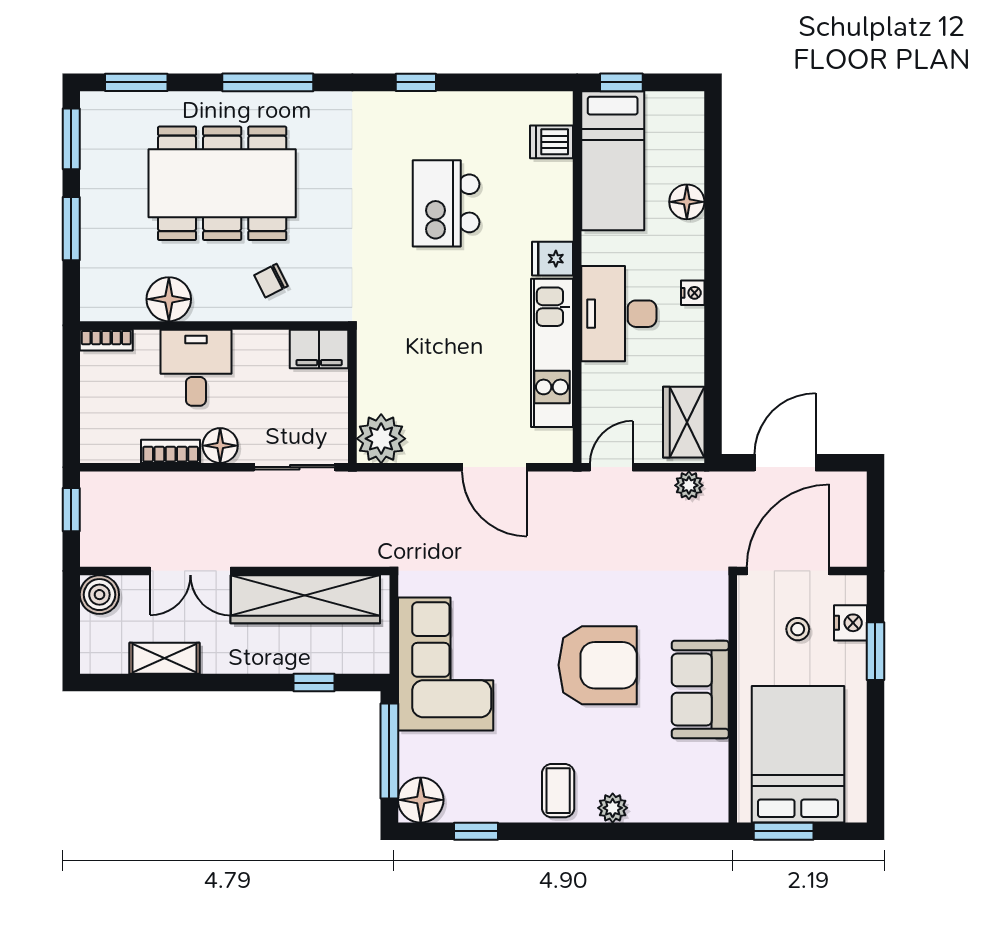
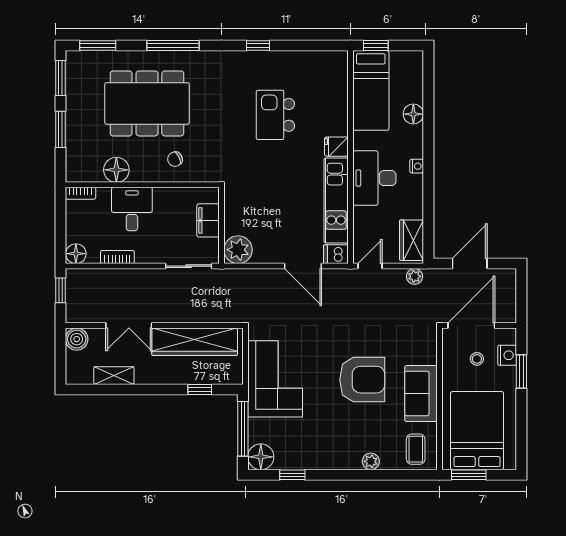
dishwasher: (552, 142) -> (336, 254), moved
filing cabinet: (319, 349) -> (208, 220), moved, turned 90
floor lamp: (220, 446) -> (76, 254), moved
coffee table: (558, 791) -> (416, 449), moved

